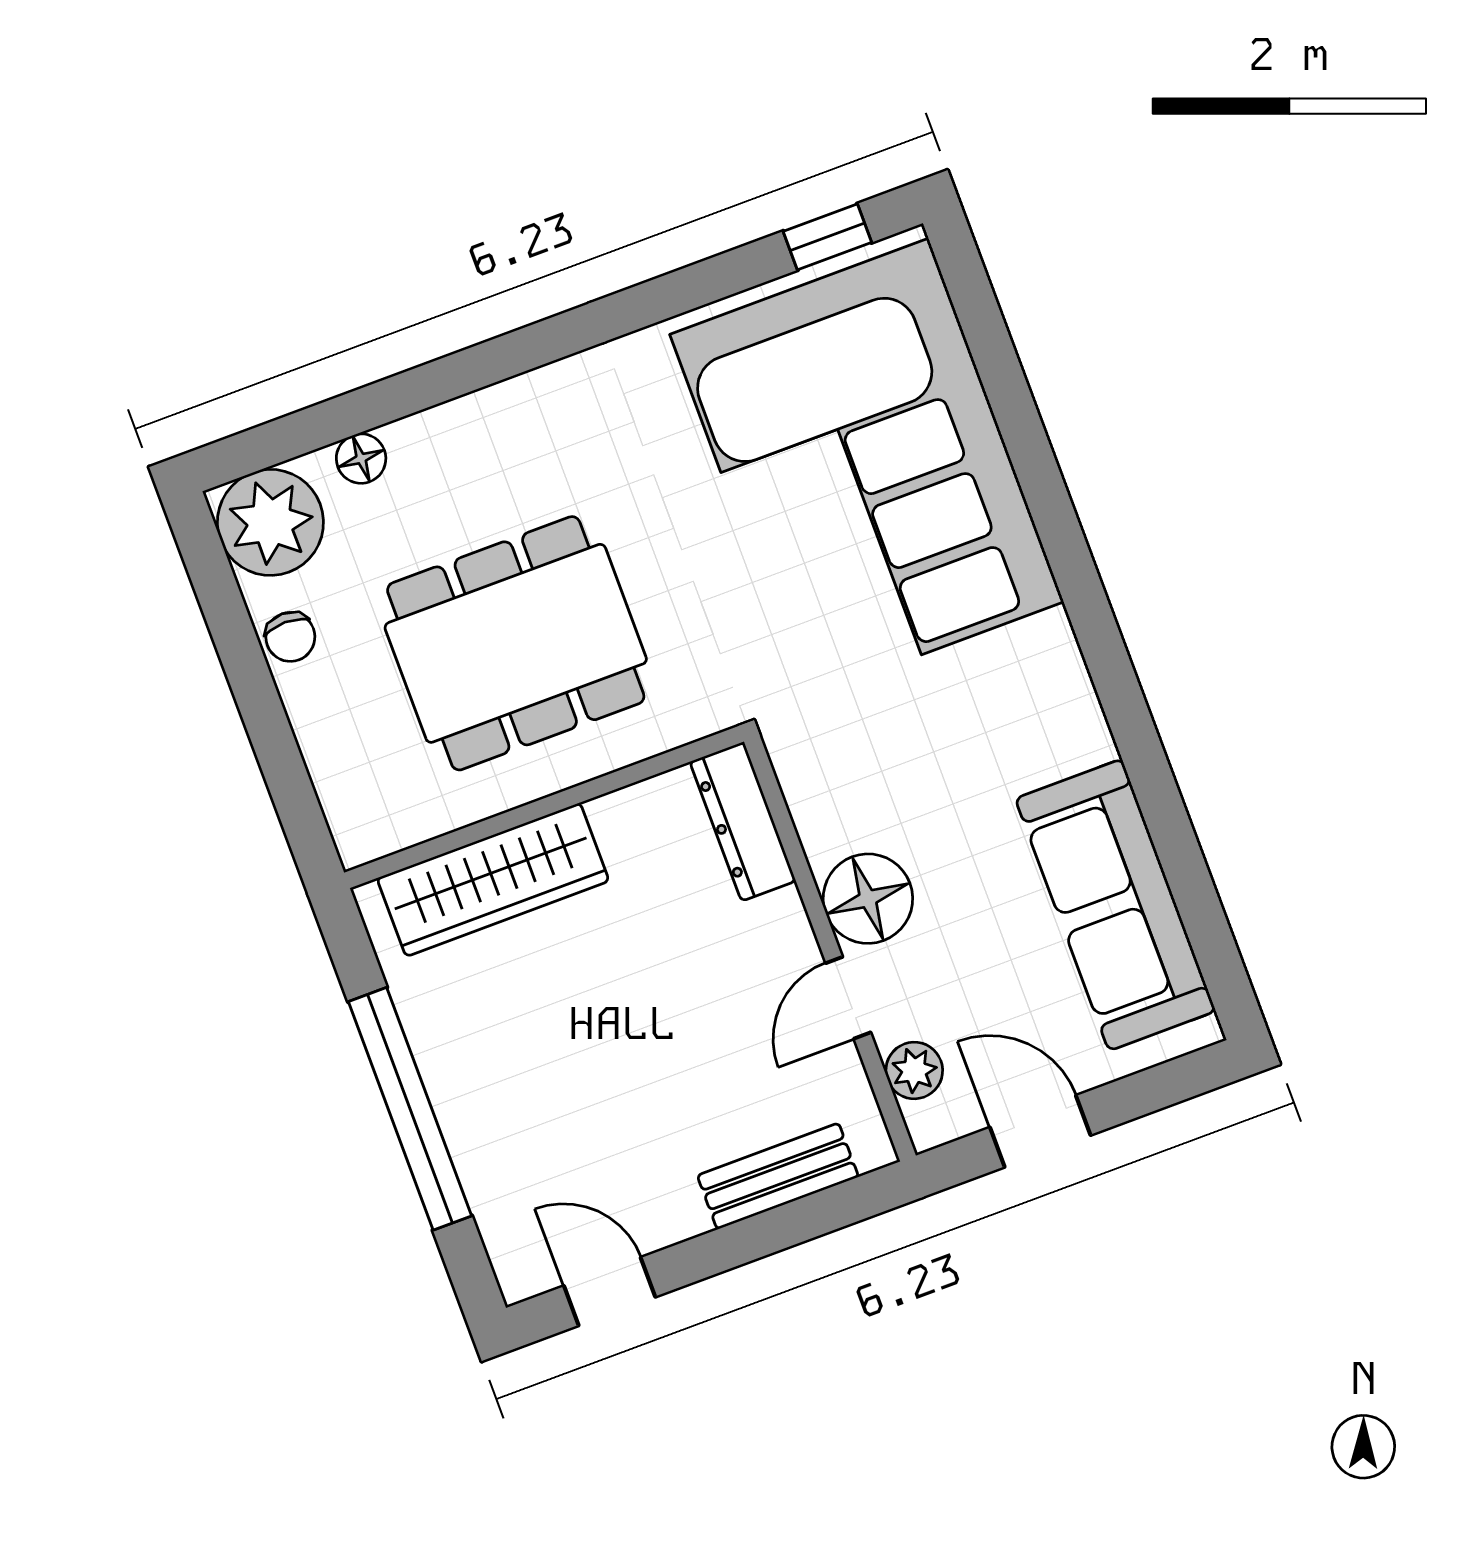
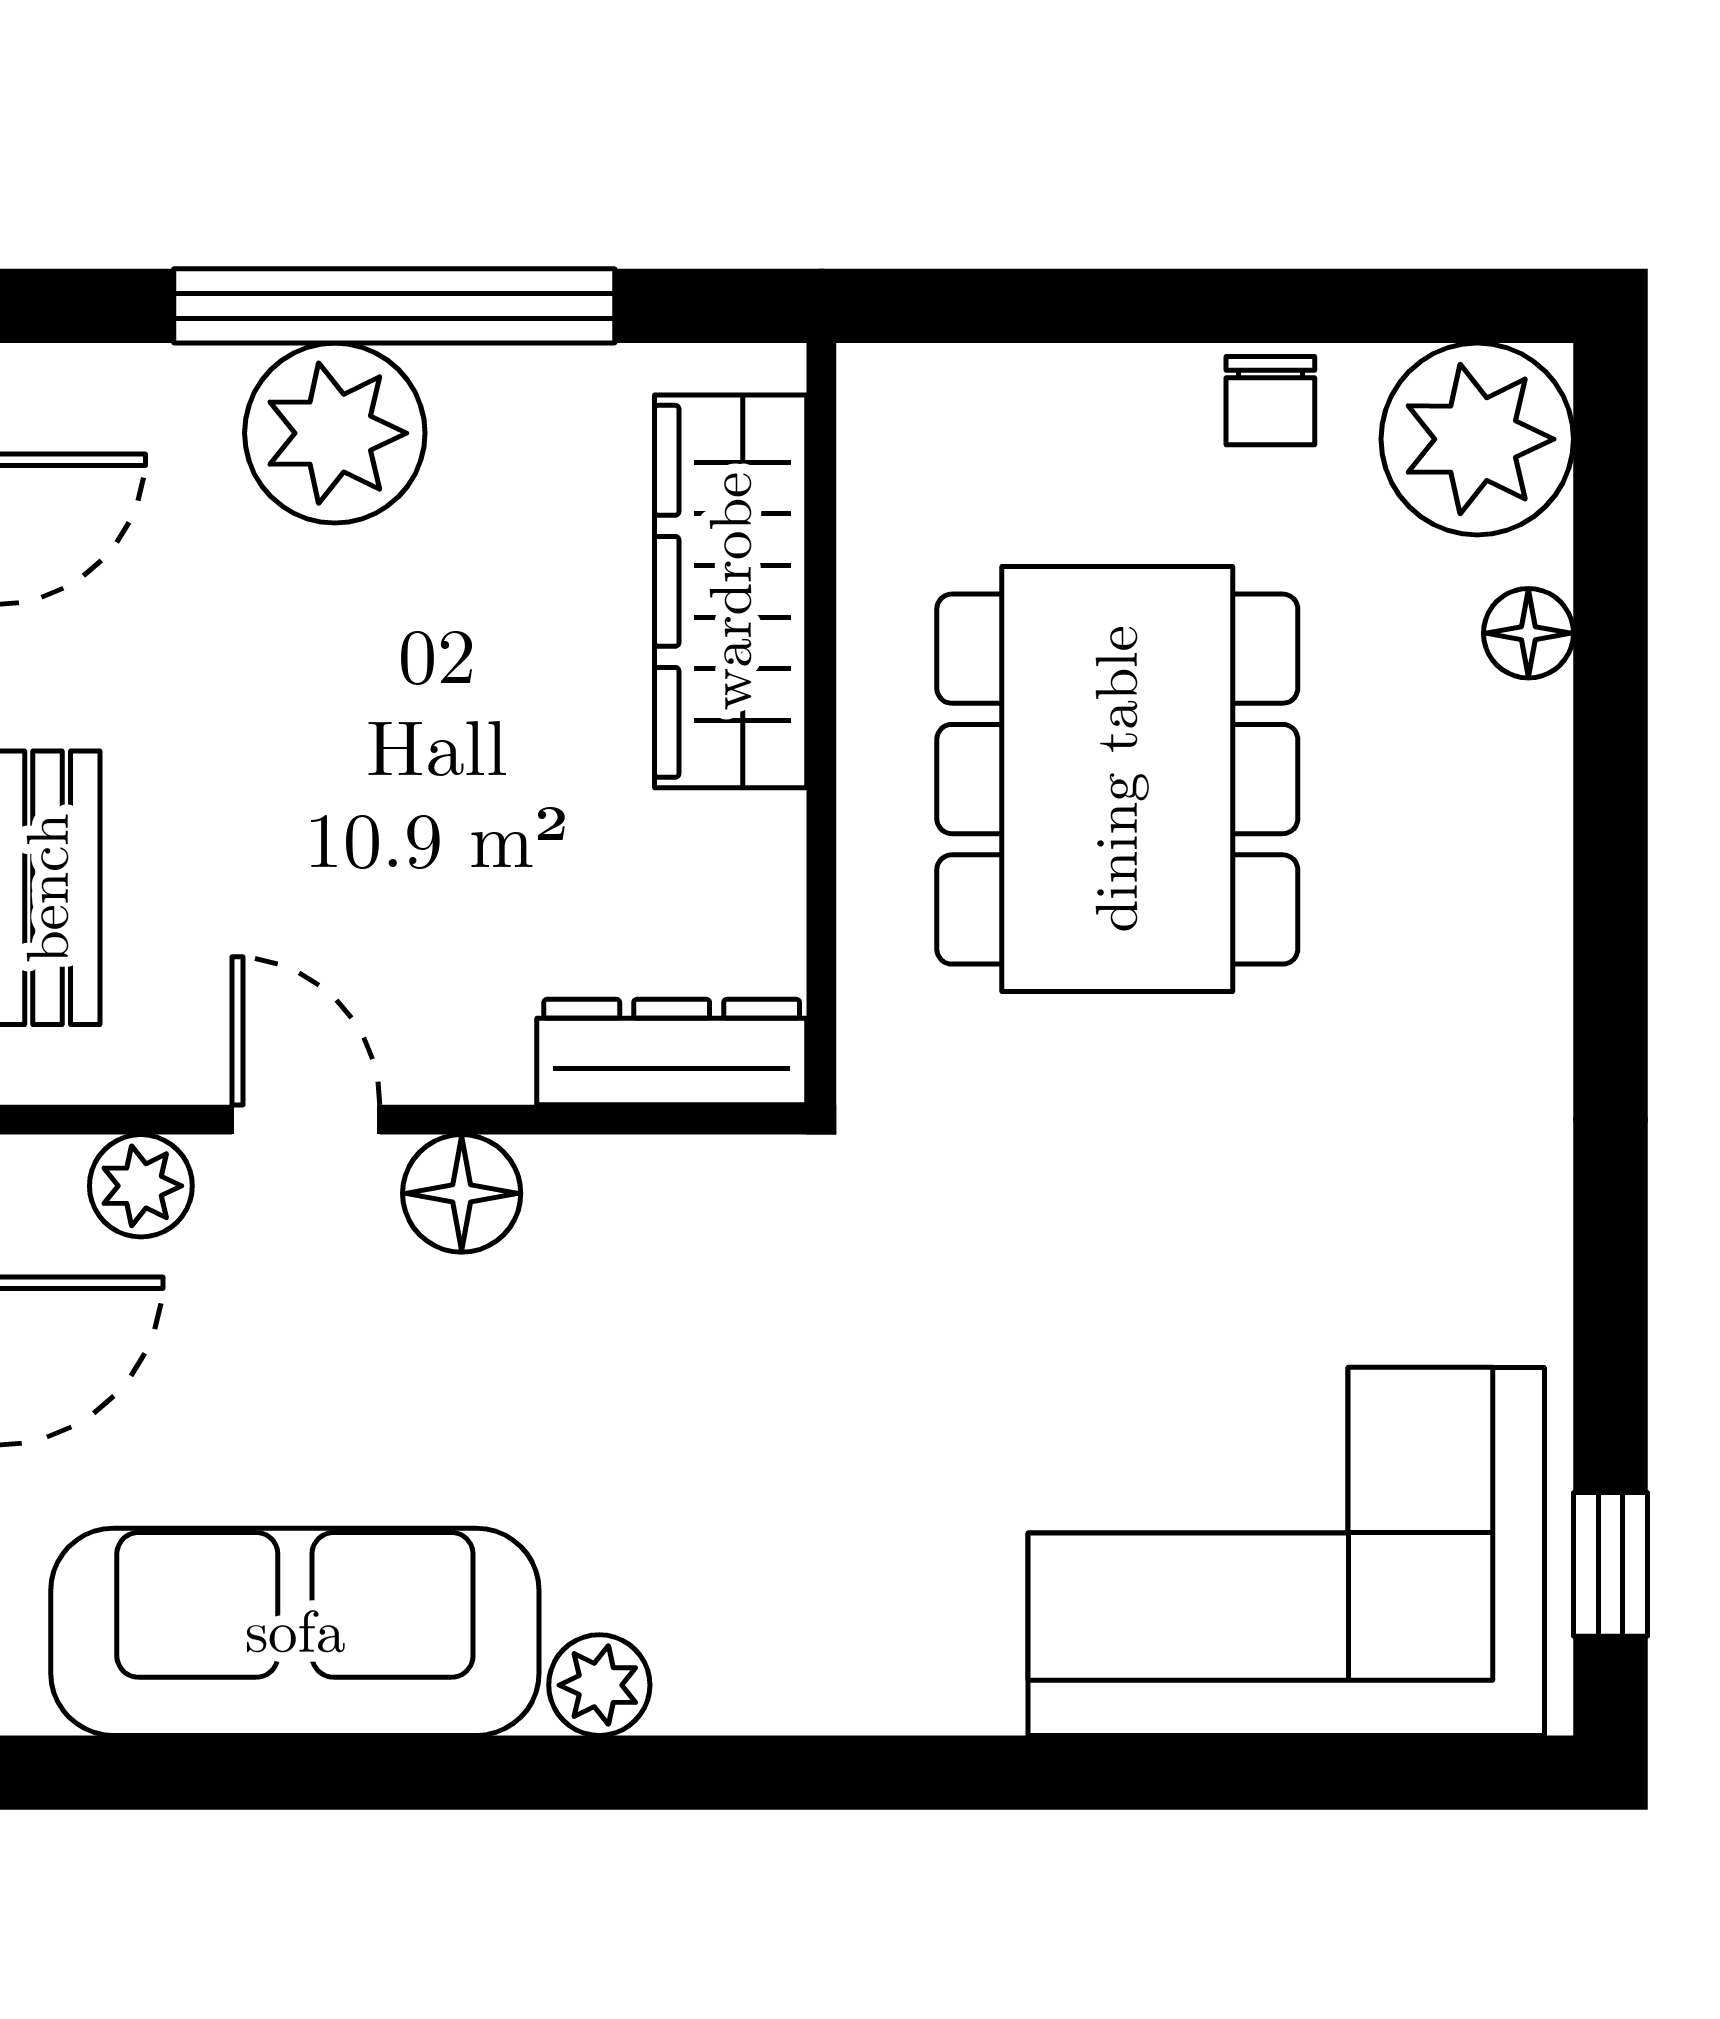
corner sofa: (867, 468) -> (1286, 1551), width x0.73, depth x0.74
chair: (290, 637) -> (1270, 401), turned -90
plant: (1084, 737) -> (599, 1685), added
floor lamp: (868, 899) -> (462, 1193), width x0.73, depth x0.73
plant: (487, 1115) -> (335, 433), added

